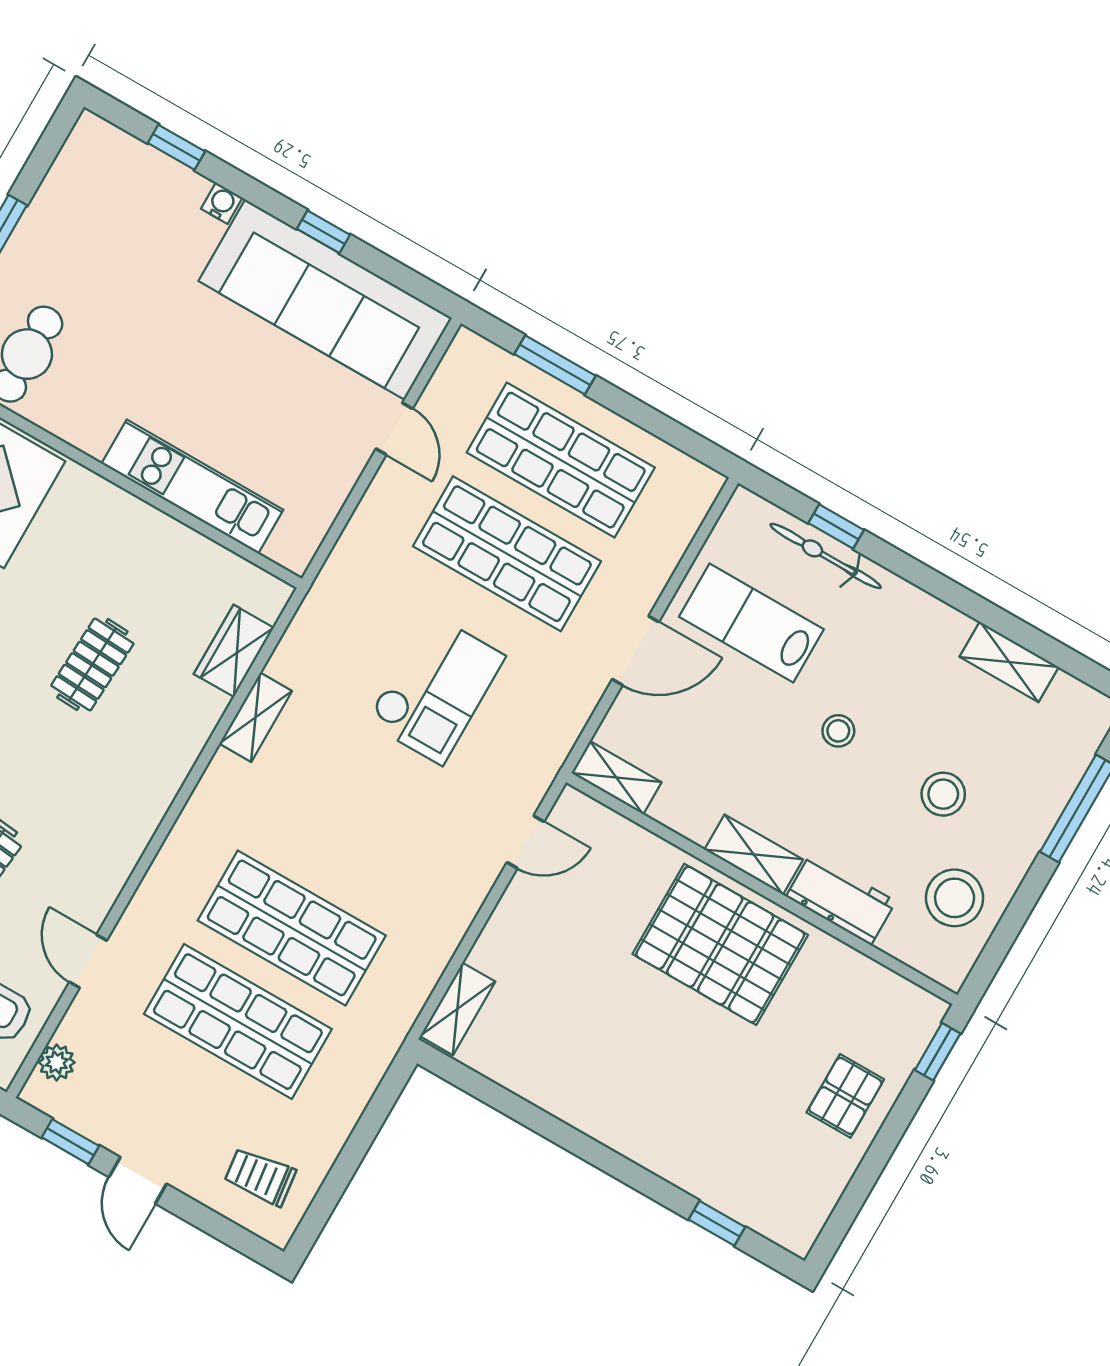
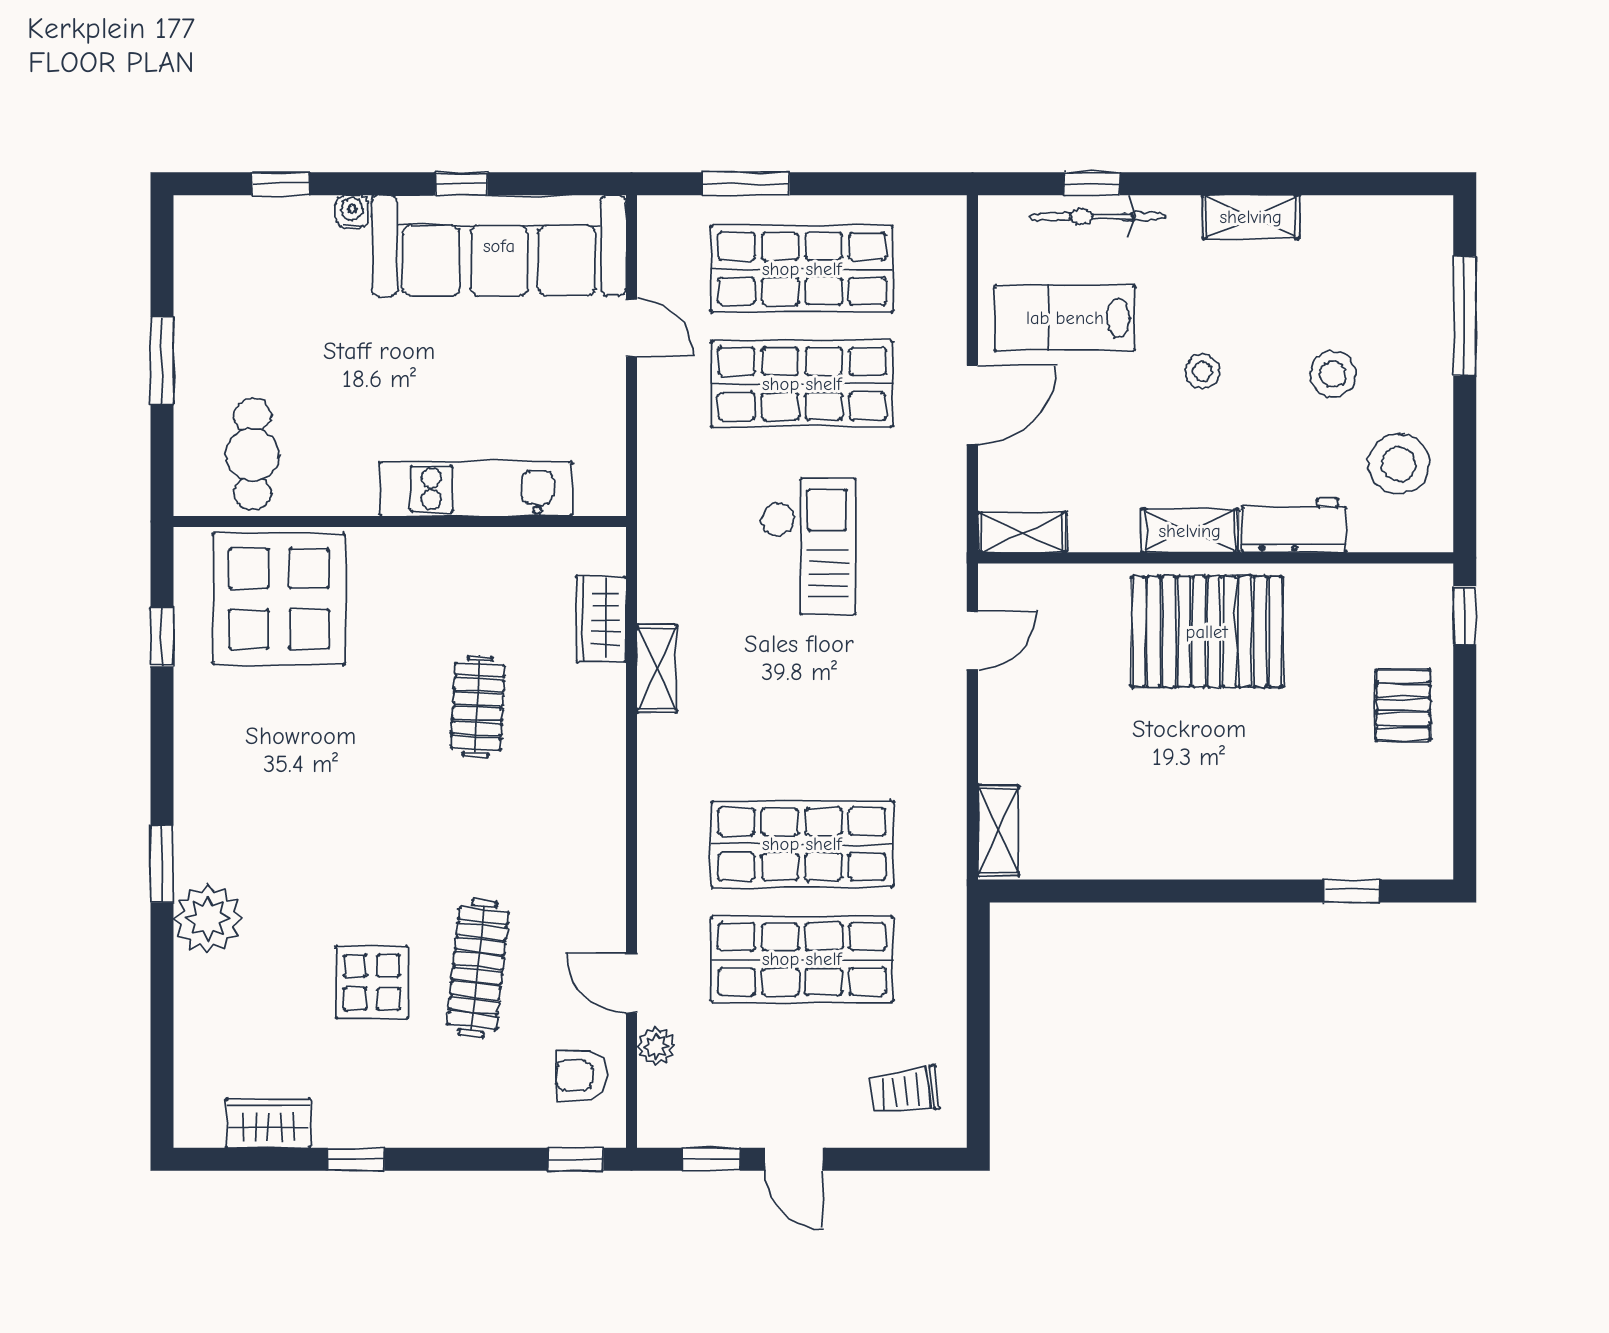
shelving: (1009, 662) -> (1251, 217), moved
plant: (57, 1062) -> (656, 1046), moved

